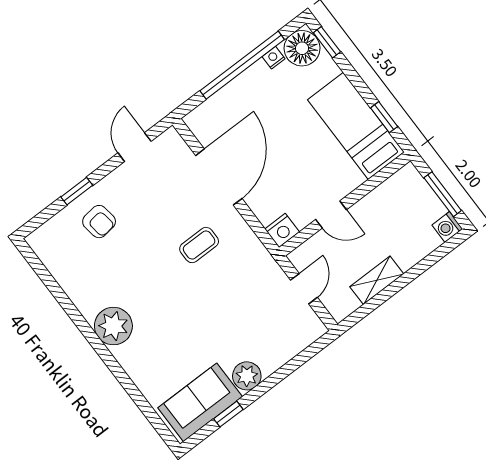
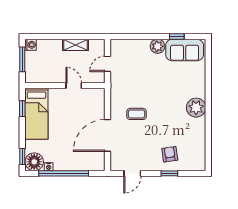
nightstand: (282, 230) -> (98, 94), removed

